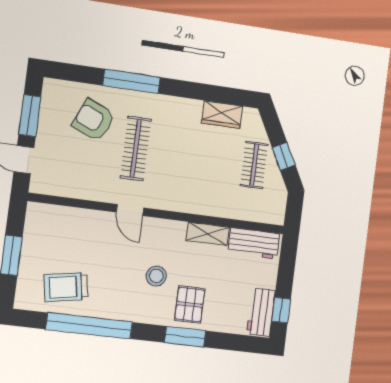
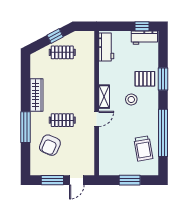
wardrobe: (222, 115) -> (37, 95), moved, width x1.50
clothes rail: (136, 149) -> (62, 120), width x0.73
shelving: (208, 234) -> (104, 97), moved

